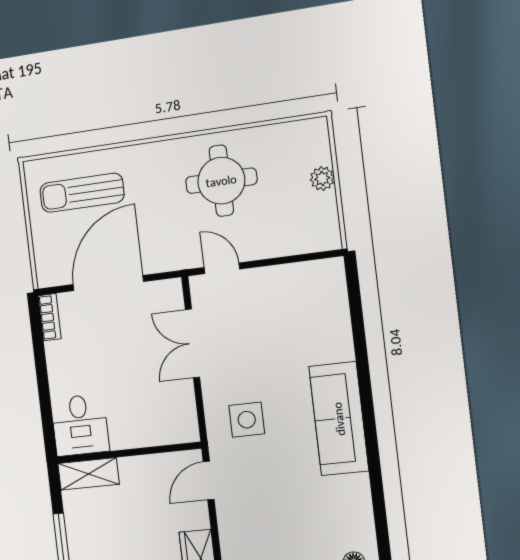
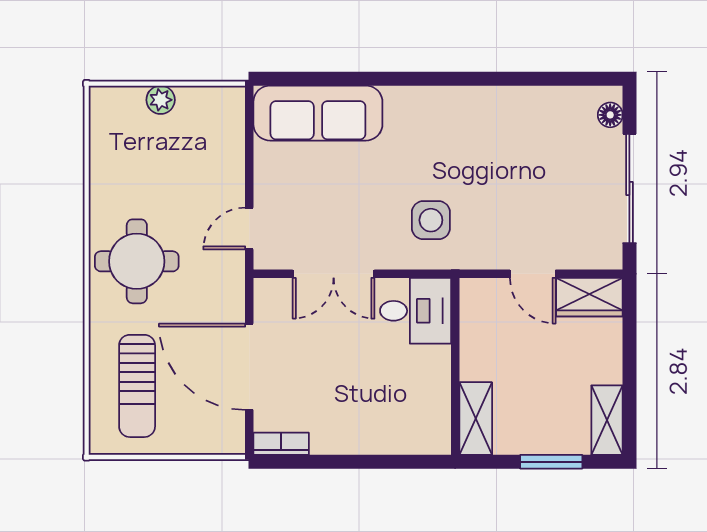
round table: (221, 181) -> (137, 261), moved
sofa: (339, 419) -> (318, 113), moved
desk: (80, 425) -> (416, 311), moved
door: (209, 481) -> (533, 274), moved

